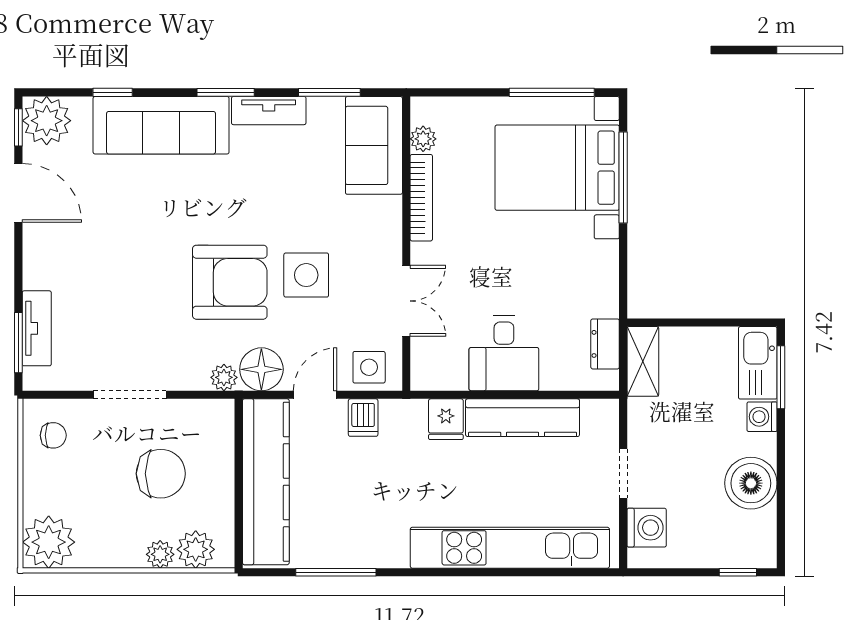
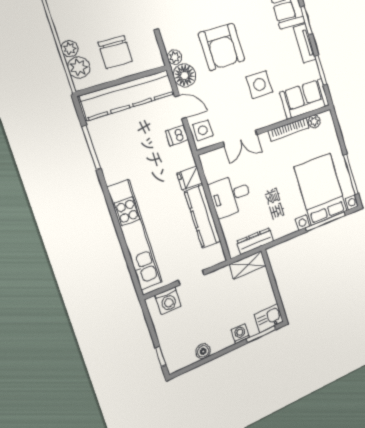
side table: (306, 275) -> (259, 85), moved
dresser: (605, 344) -> (255, 241), width x1.44
kitchen sink: (758, 363) -> (269, 318), width x0.73
chair: (161, 474) -> (115, 52), moved
boiler: (751, 483) -> (203, 351), width x0.54, depth x0.54

